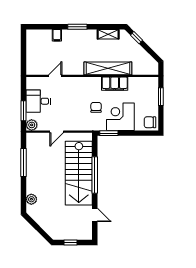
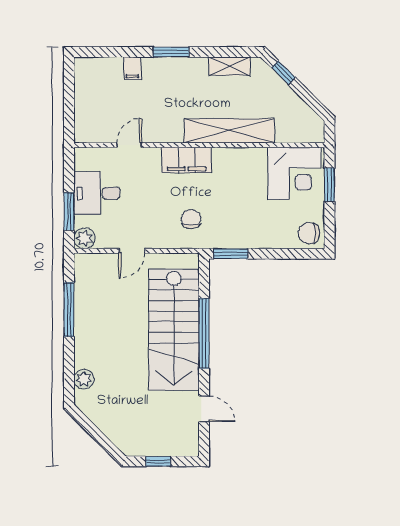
filing cabinet: (115, 84) -> (187, 160), moved
chair: (96, 107) -> (191, 219), moved
corner desk: (120, 117) -> (294, 173), moved, turned 180

